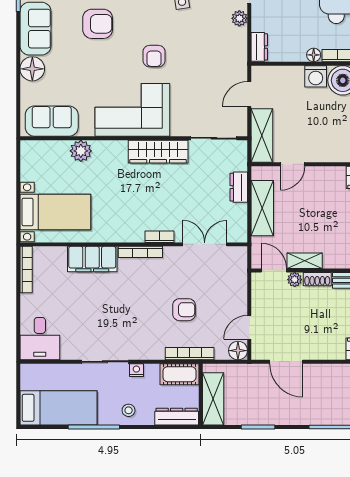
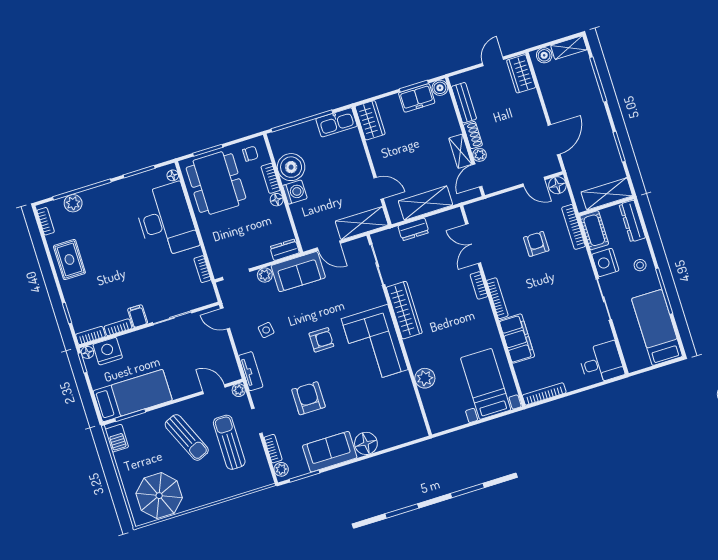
sofa: (52, 121) -> (298, 272), moved, turned -90
nightstand: (136, 370) -> (605, 262), width x1.89, depth x1.79

